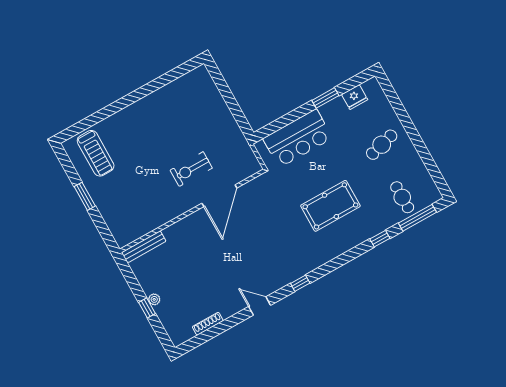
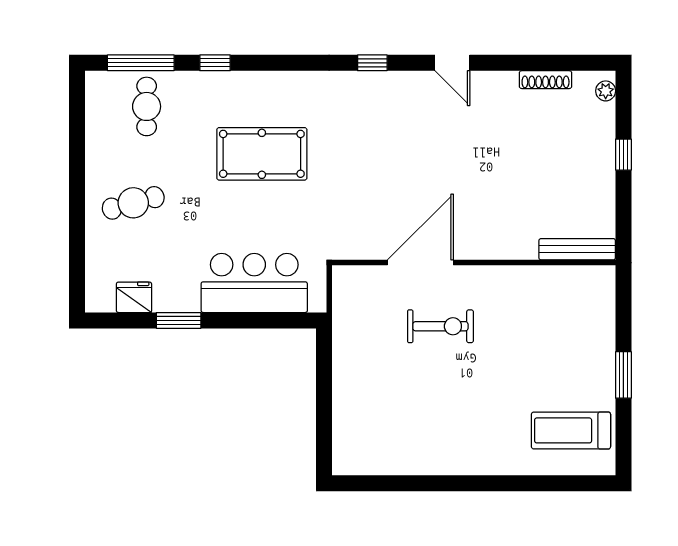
treadmill: (96, 153) -> (571, 430), turned -90
plant: (154, 299) -> (606, 91), moved

